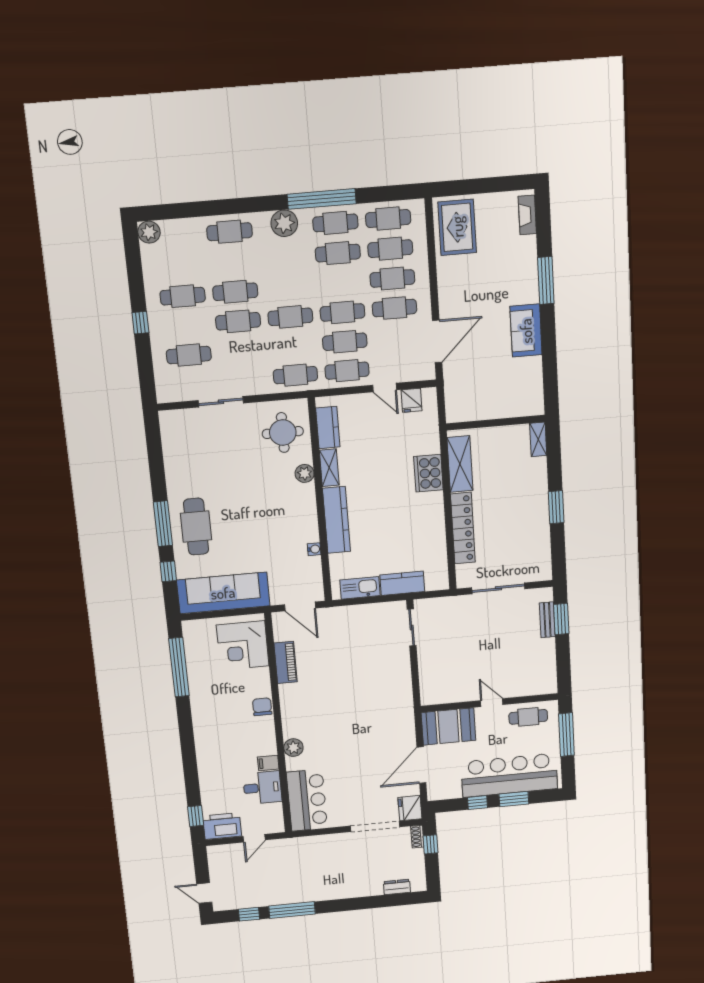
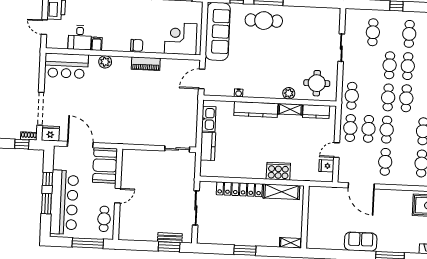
cafe table: (392, 278) -> (406, 98), moved
piano: (285, 662) -> (146, 64), moved

